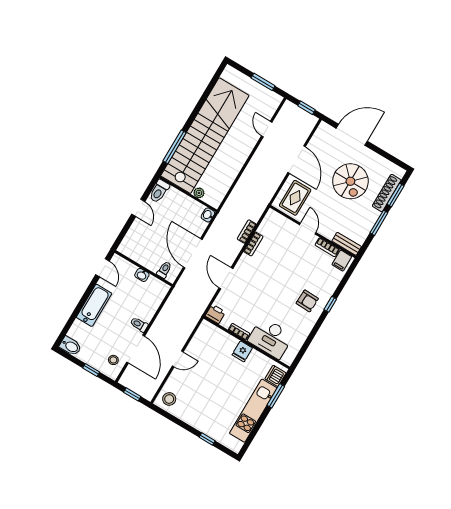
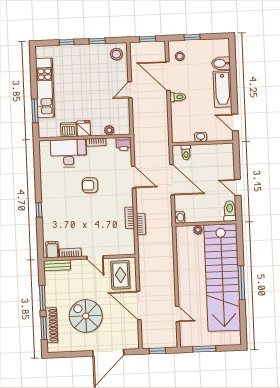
window: (175, 147) -> (241, 283), moved
armchair: (307, 301) -> (90, 185), moved
plant: (220, 335) -> (109, 130), added
bidet: (70, 346) -> (221, 63), moved
dishwasher: (275, 376) -> (68, 130), moved, turned -90
window: (179, 422) -> (97, 41), added

